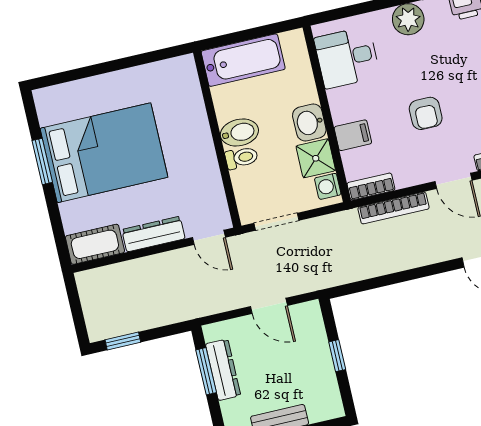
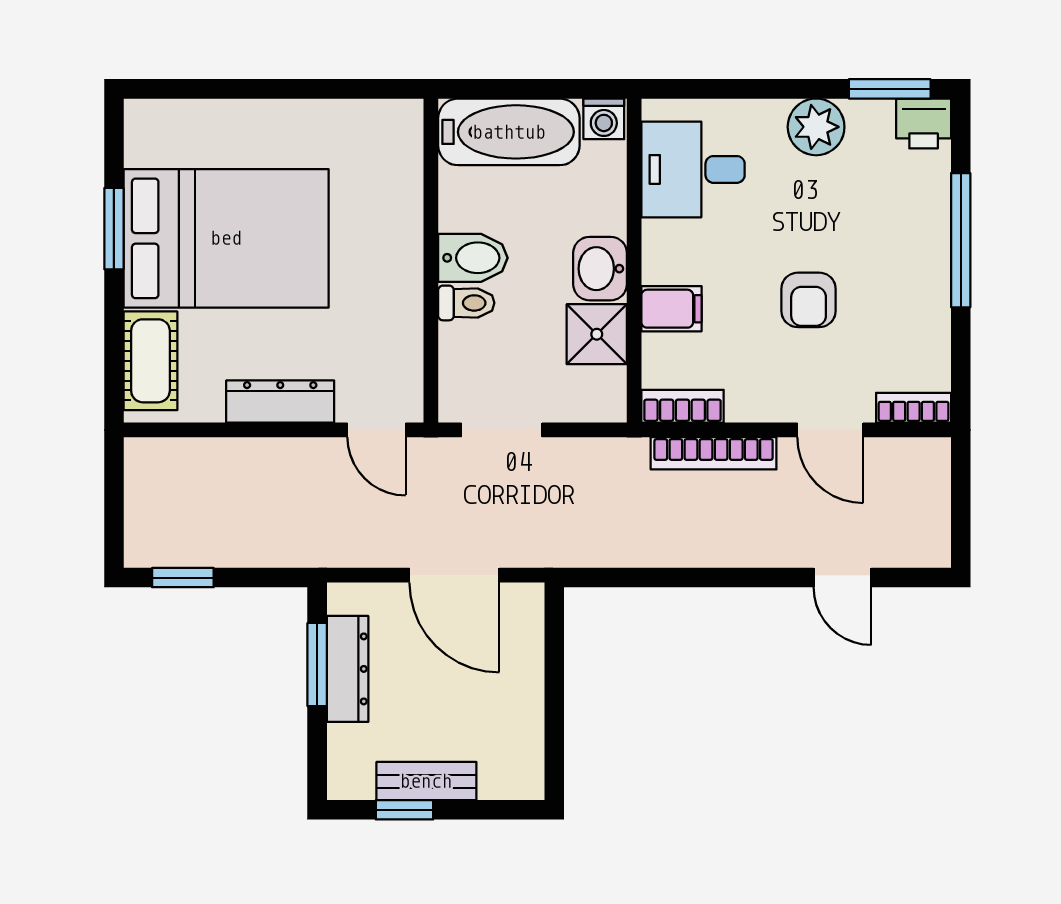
washing machine: (328, 186) -> (604, 119), moved, turned -90
cot: (95, 244) -> (150, 361), moved, turned 90
door: (269, 306) -> (454, 575), width x1.38
window: (337, 356) -> (554, 690), removed

